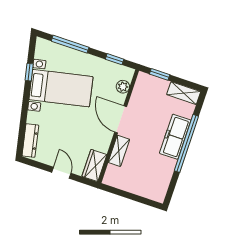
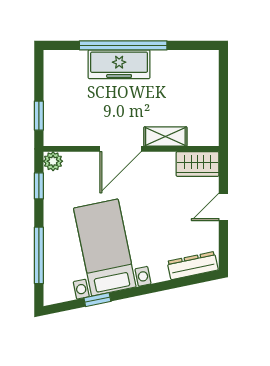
plant: (123, 87) -> (53, 161), moved
shelving: (184, 93) -> (54, 73), removed

